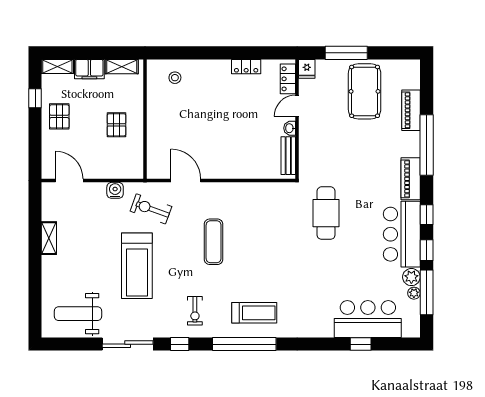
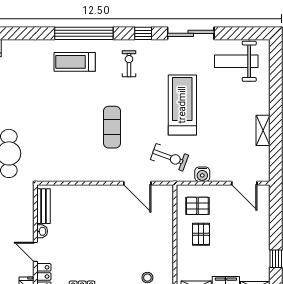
door: (297, 106) -> (35, 252), swing flipped
pallet: (59, 116) -> (197, 206), moved, turned 90
weight bench: (78, 314) -> (236, 61), turned 180

